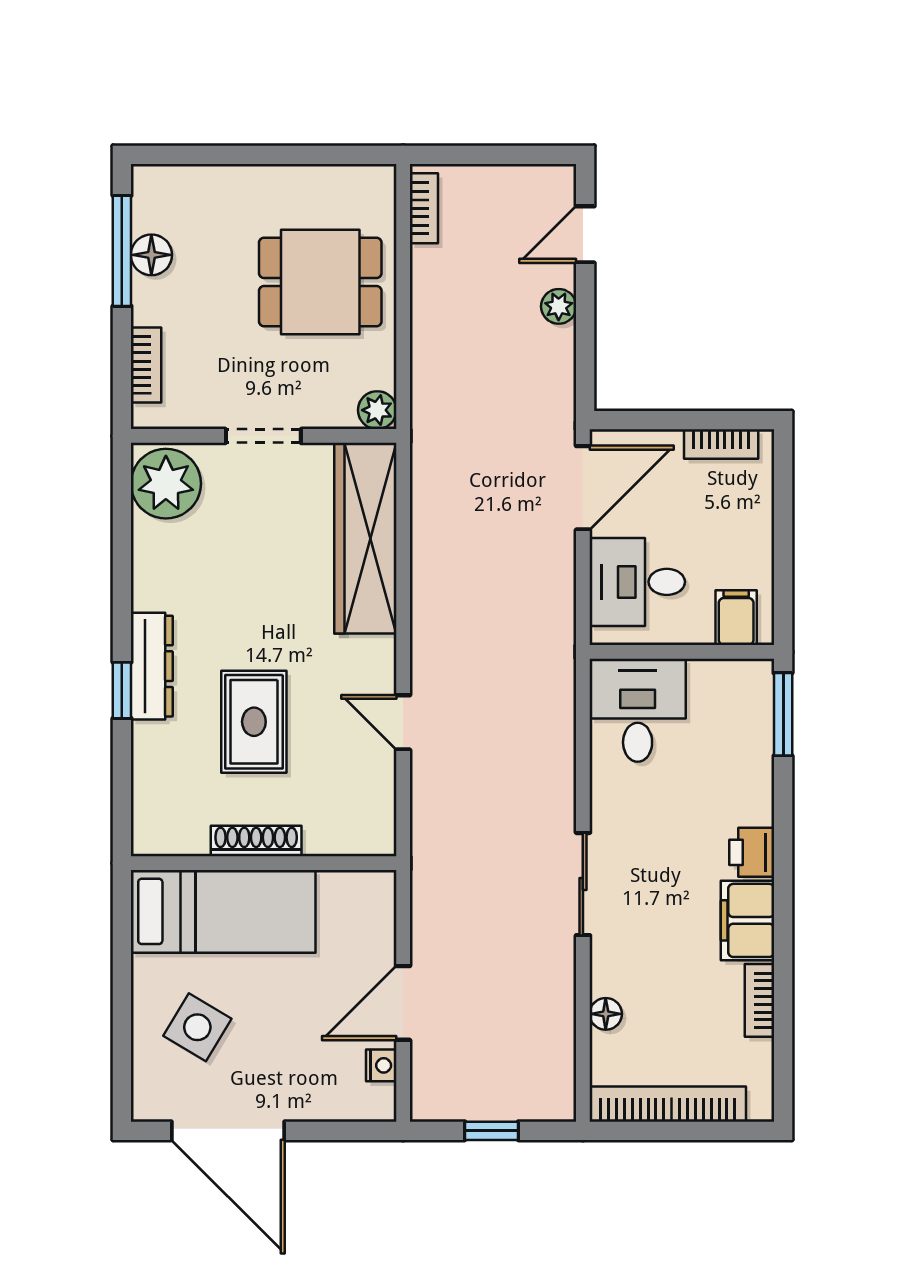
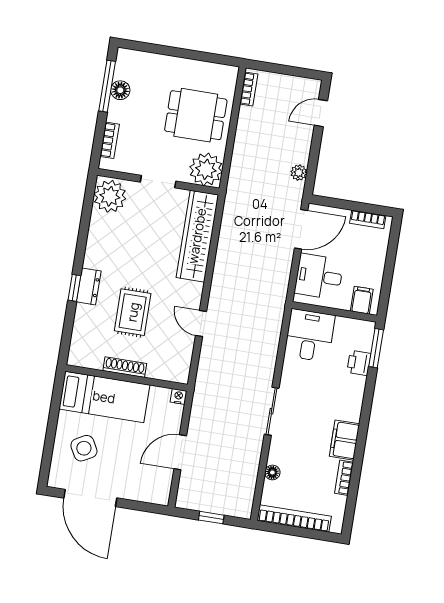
plant: (559, 306) -> (299, 173), moved
plant: (377, 410) -> (206, 169), width x1.88, depth x1.88
dresser: (152, 666) -> (89, 286), width x0.70
printer: (752, 852) -> (359, 363), moved
side table: (197, 1027) -> (84, 448), turned 30
nightstand: (381, 1065) -> (178, 397), moved, turned -90

